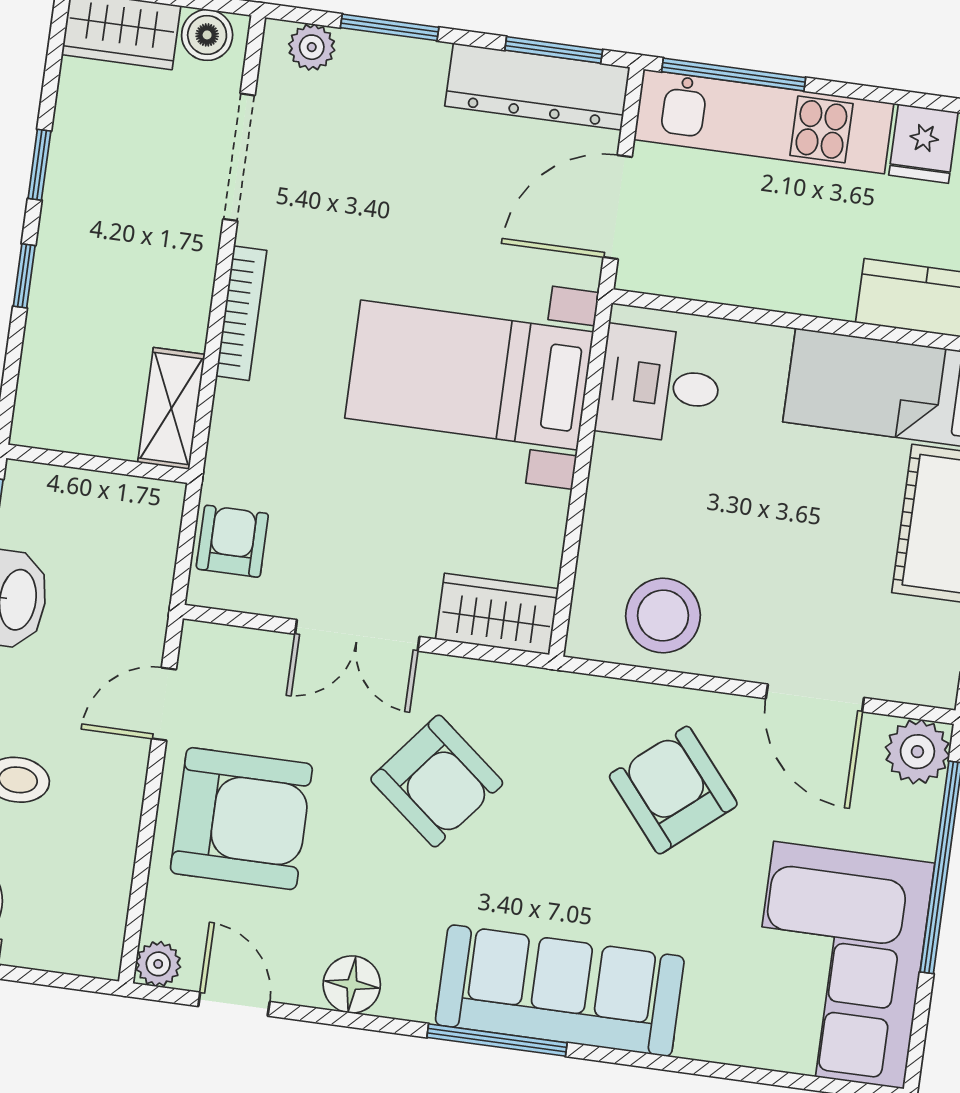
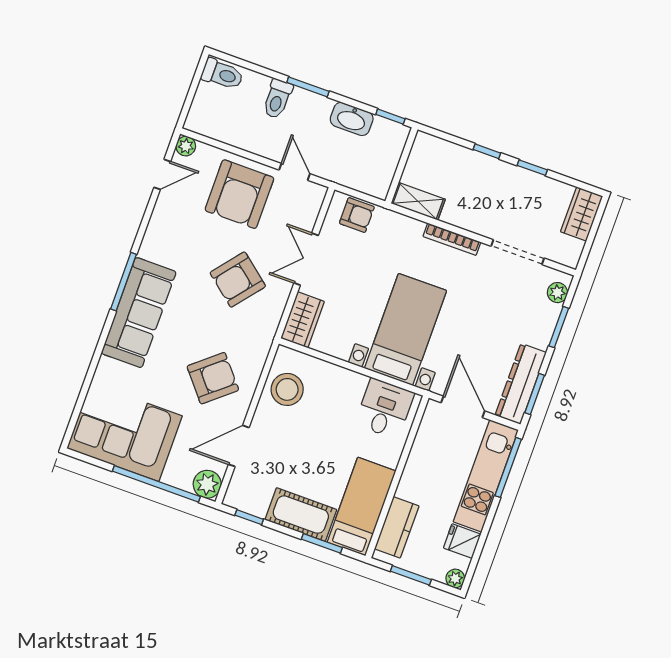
boiler: (207, 35) -> (572, 250), removed
floor lamp: (352, 985) -> (160, 226), removed

